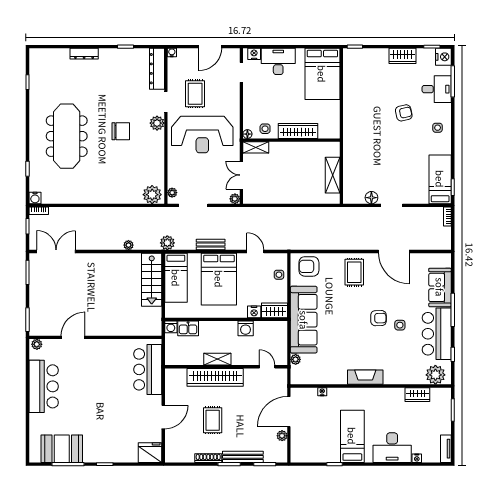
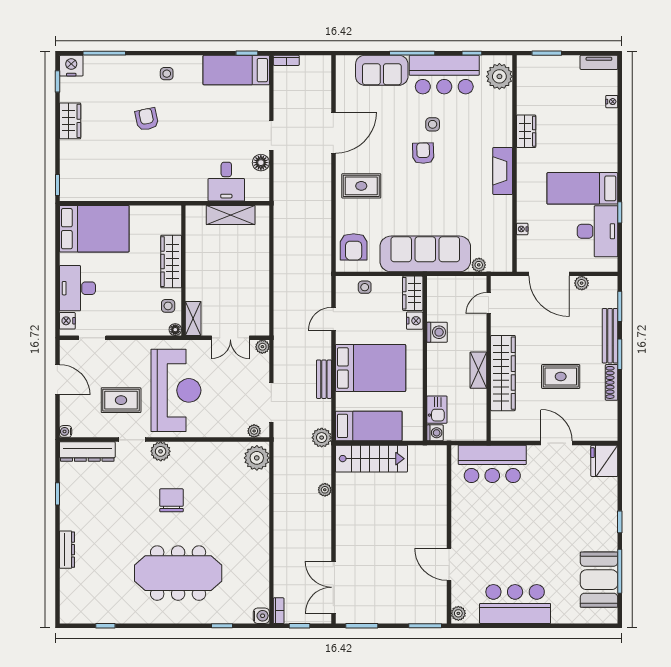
desk: (437, 89) -> (226, 182), moved, turned 180
wardrobe: (417, 395) -> (526, 131), moved
desk: (392, 448) -> (598, 231), moved

